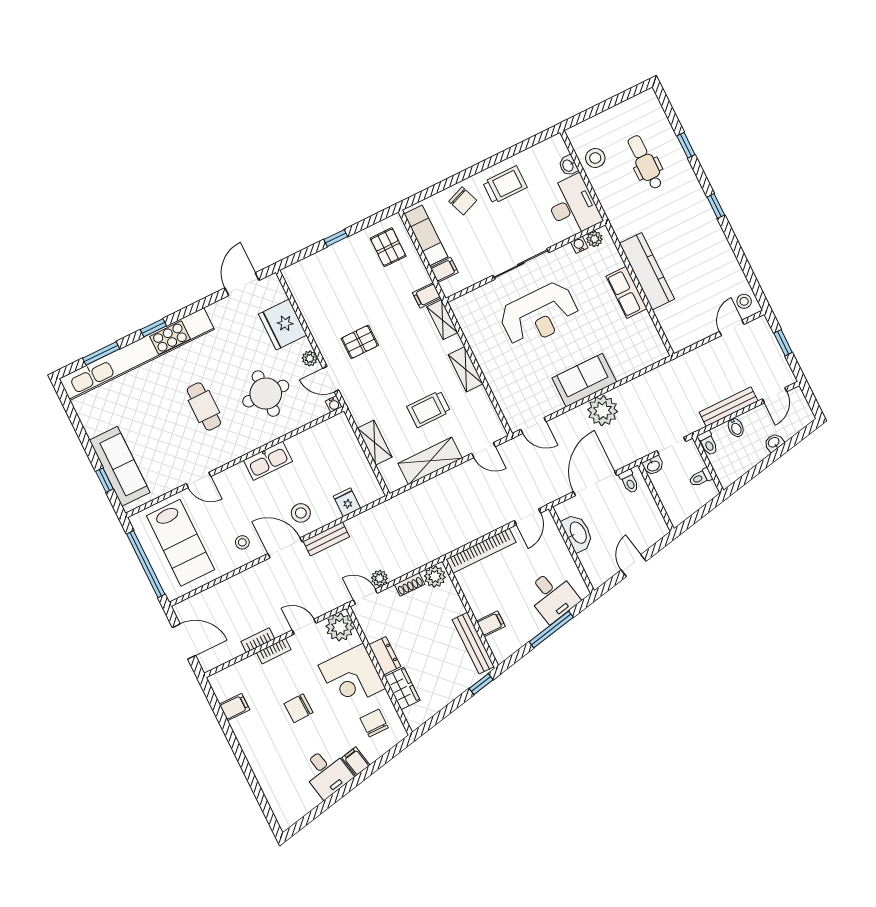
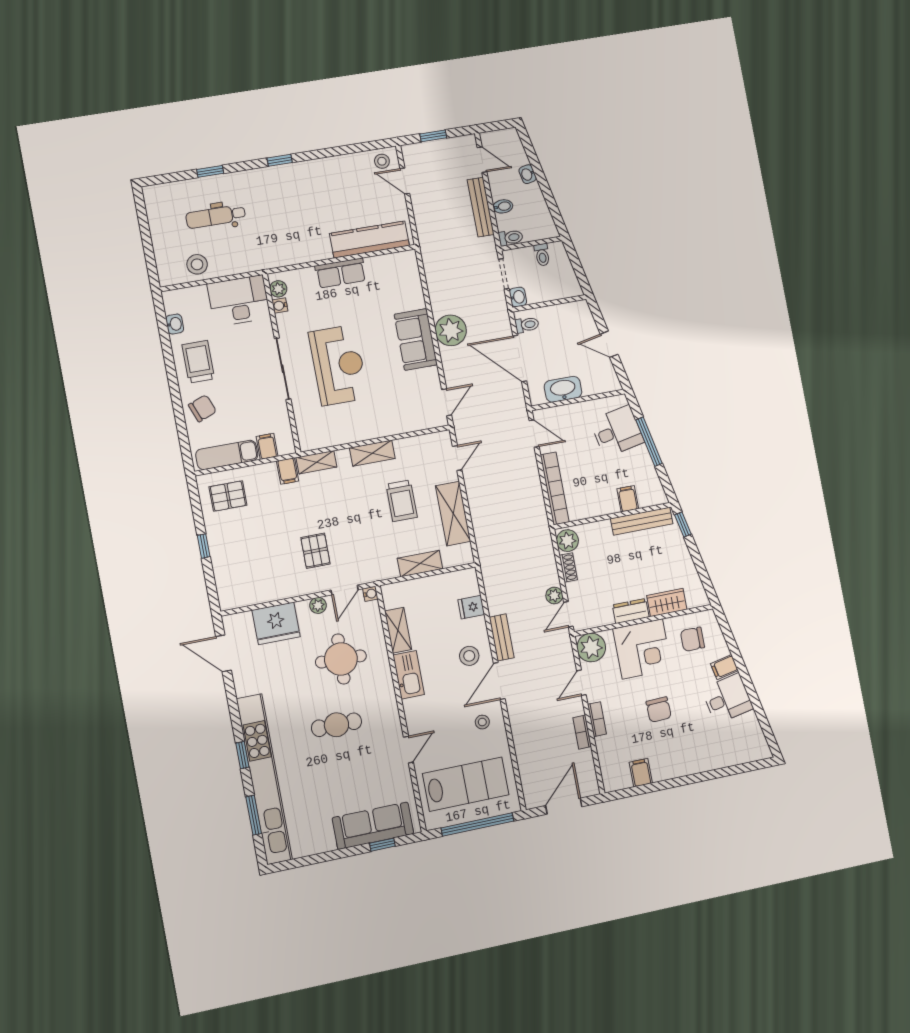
washbasin: (568, 165) -> (175, 324), moved, turned -90
kitchen counter: (647, 271) -> (369, 239), moved
shelving: (307, 439) -> (398, 630), added

